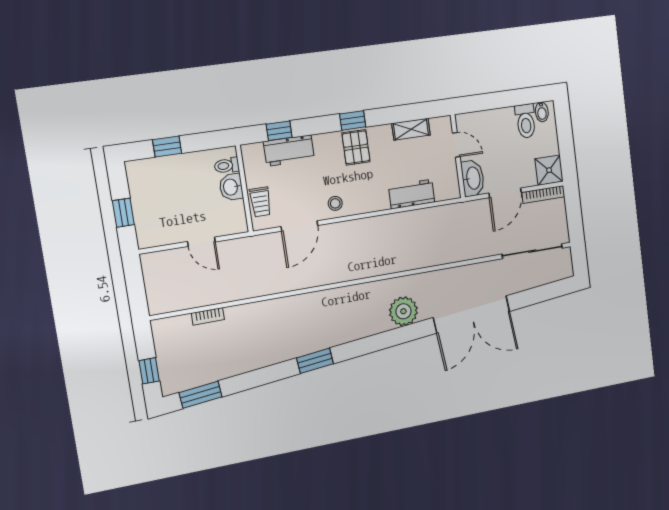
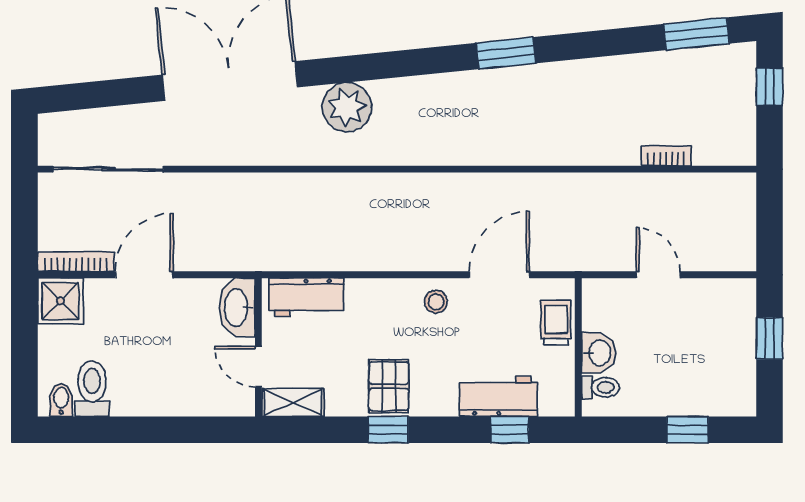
door: (456, 145) -> (258, 366), moved
wall: (458, 156) -> (258, 347), moved
washbasin: (473, 178) -> (237, 308), moved

